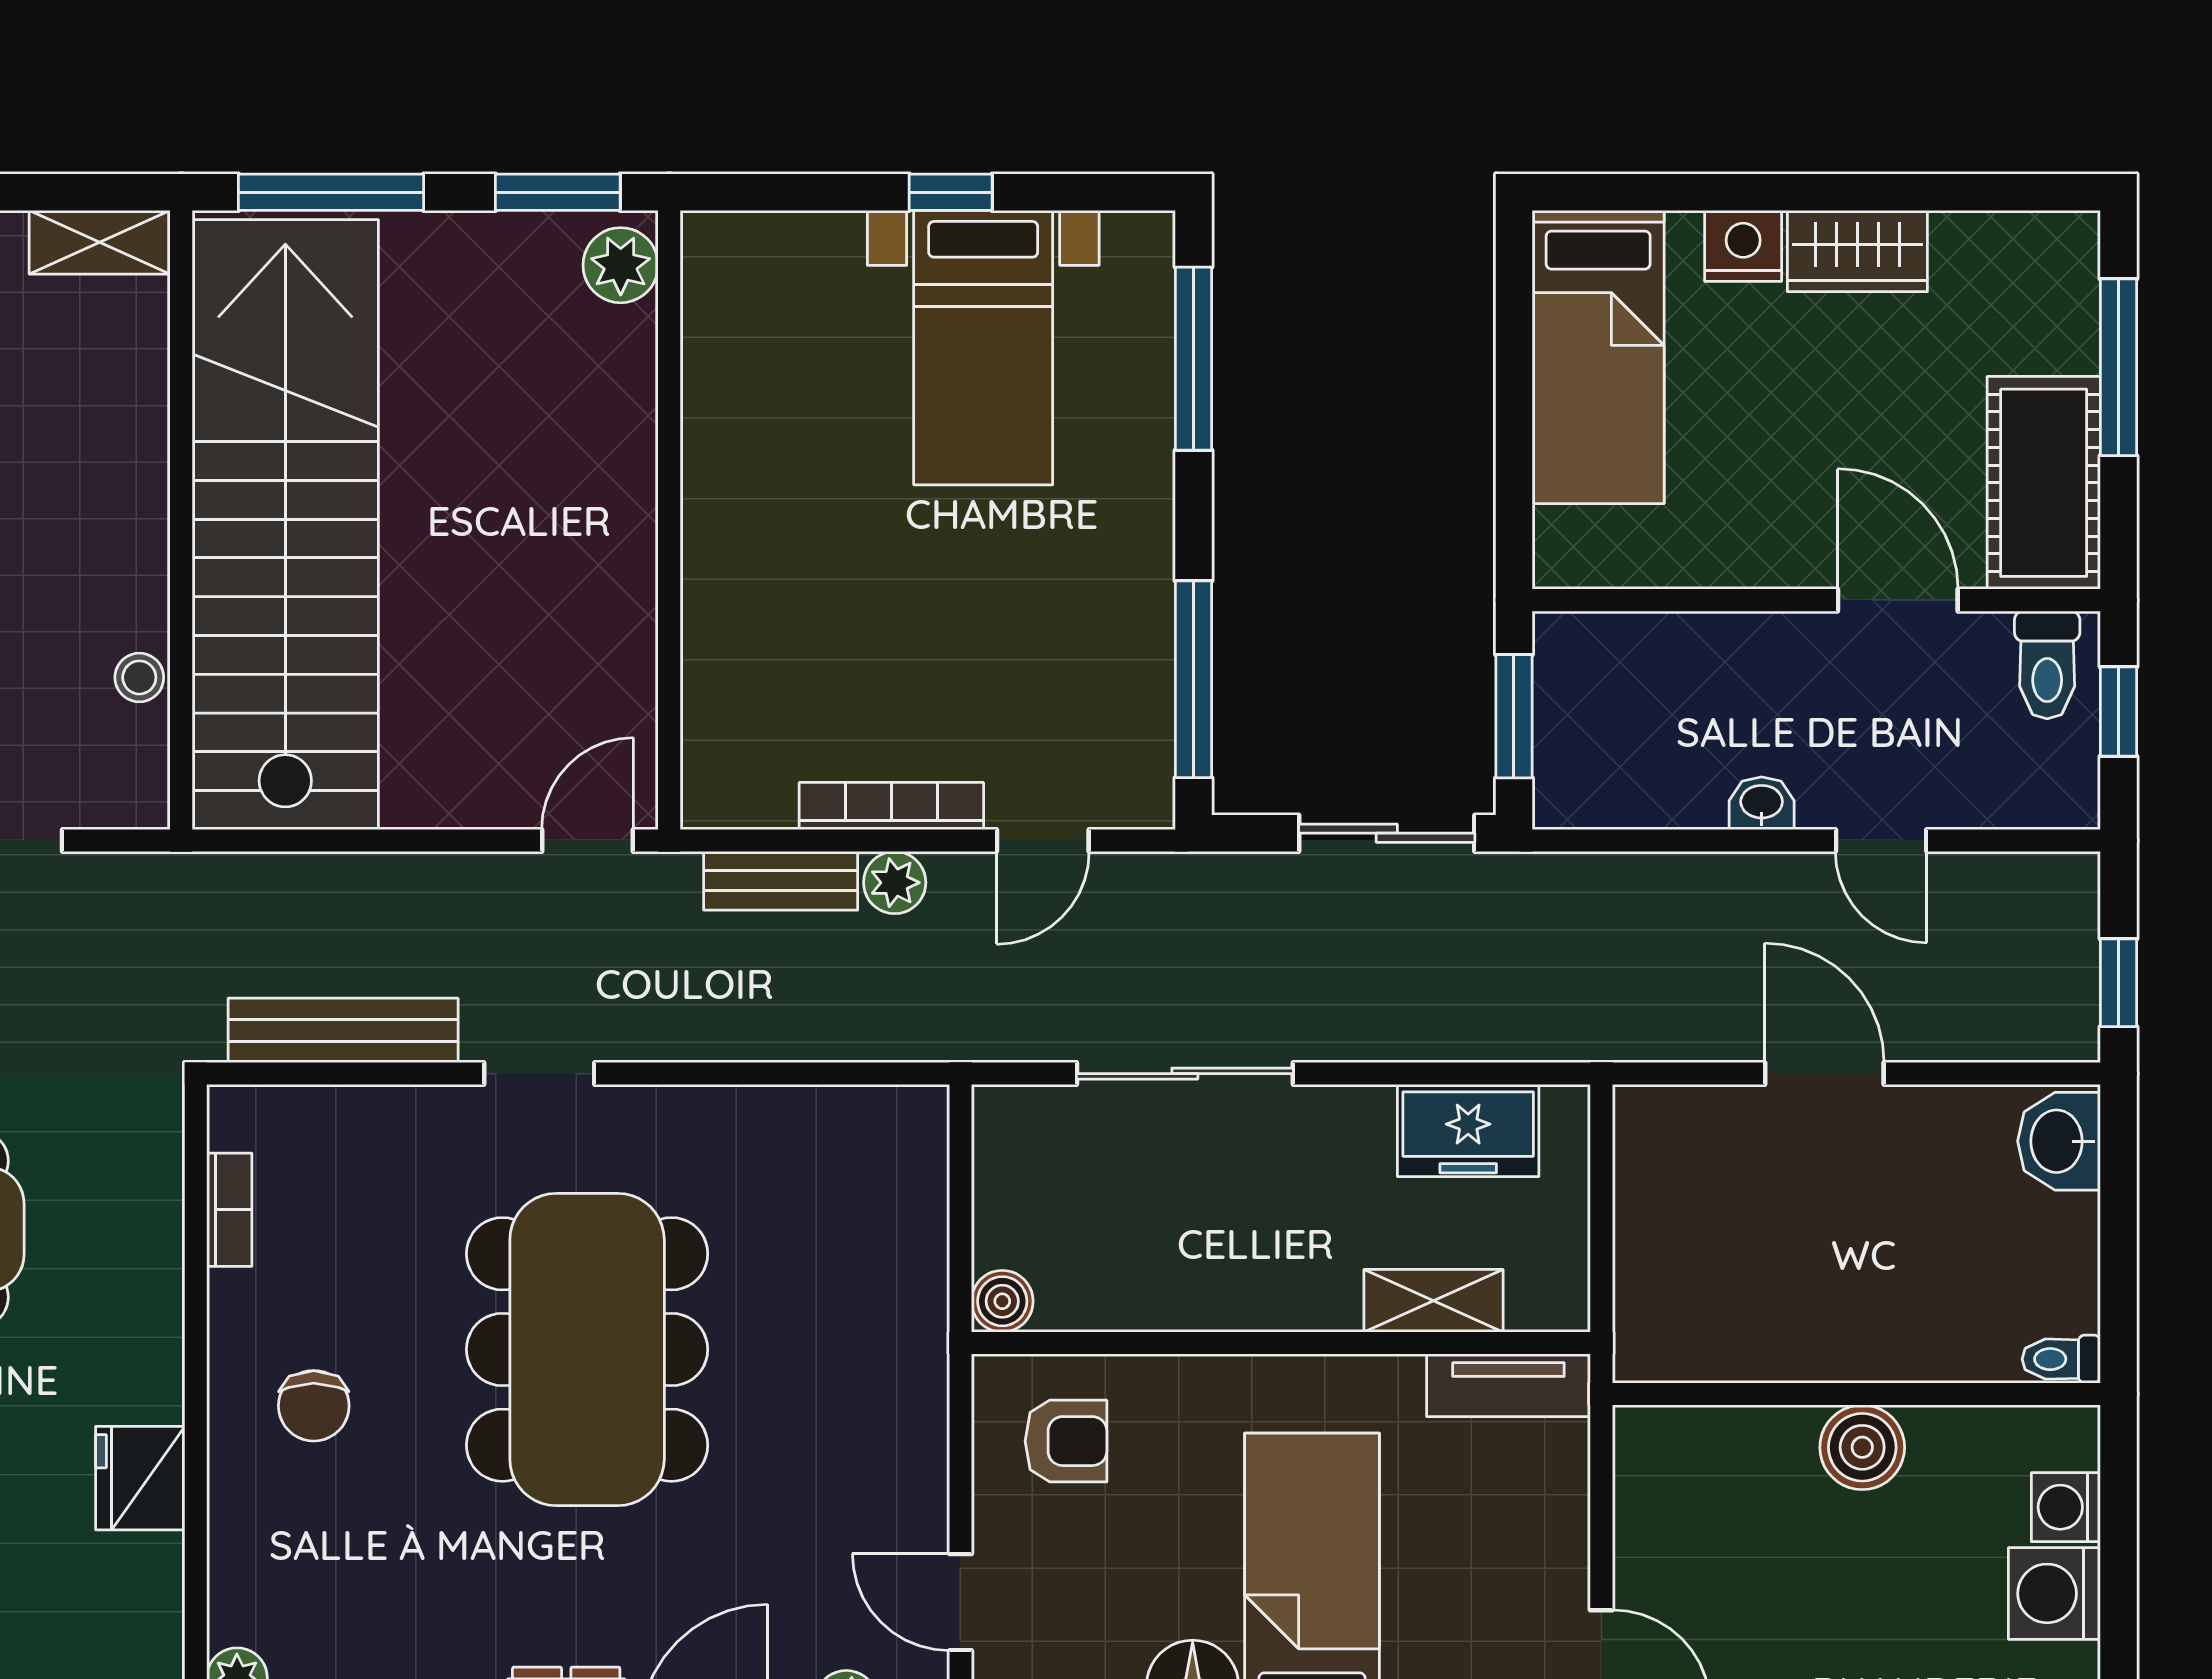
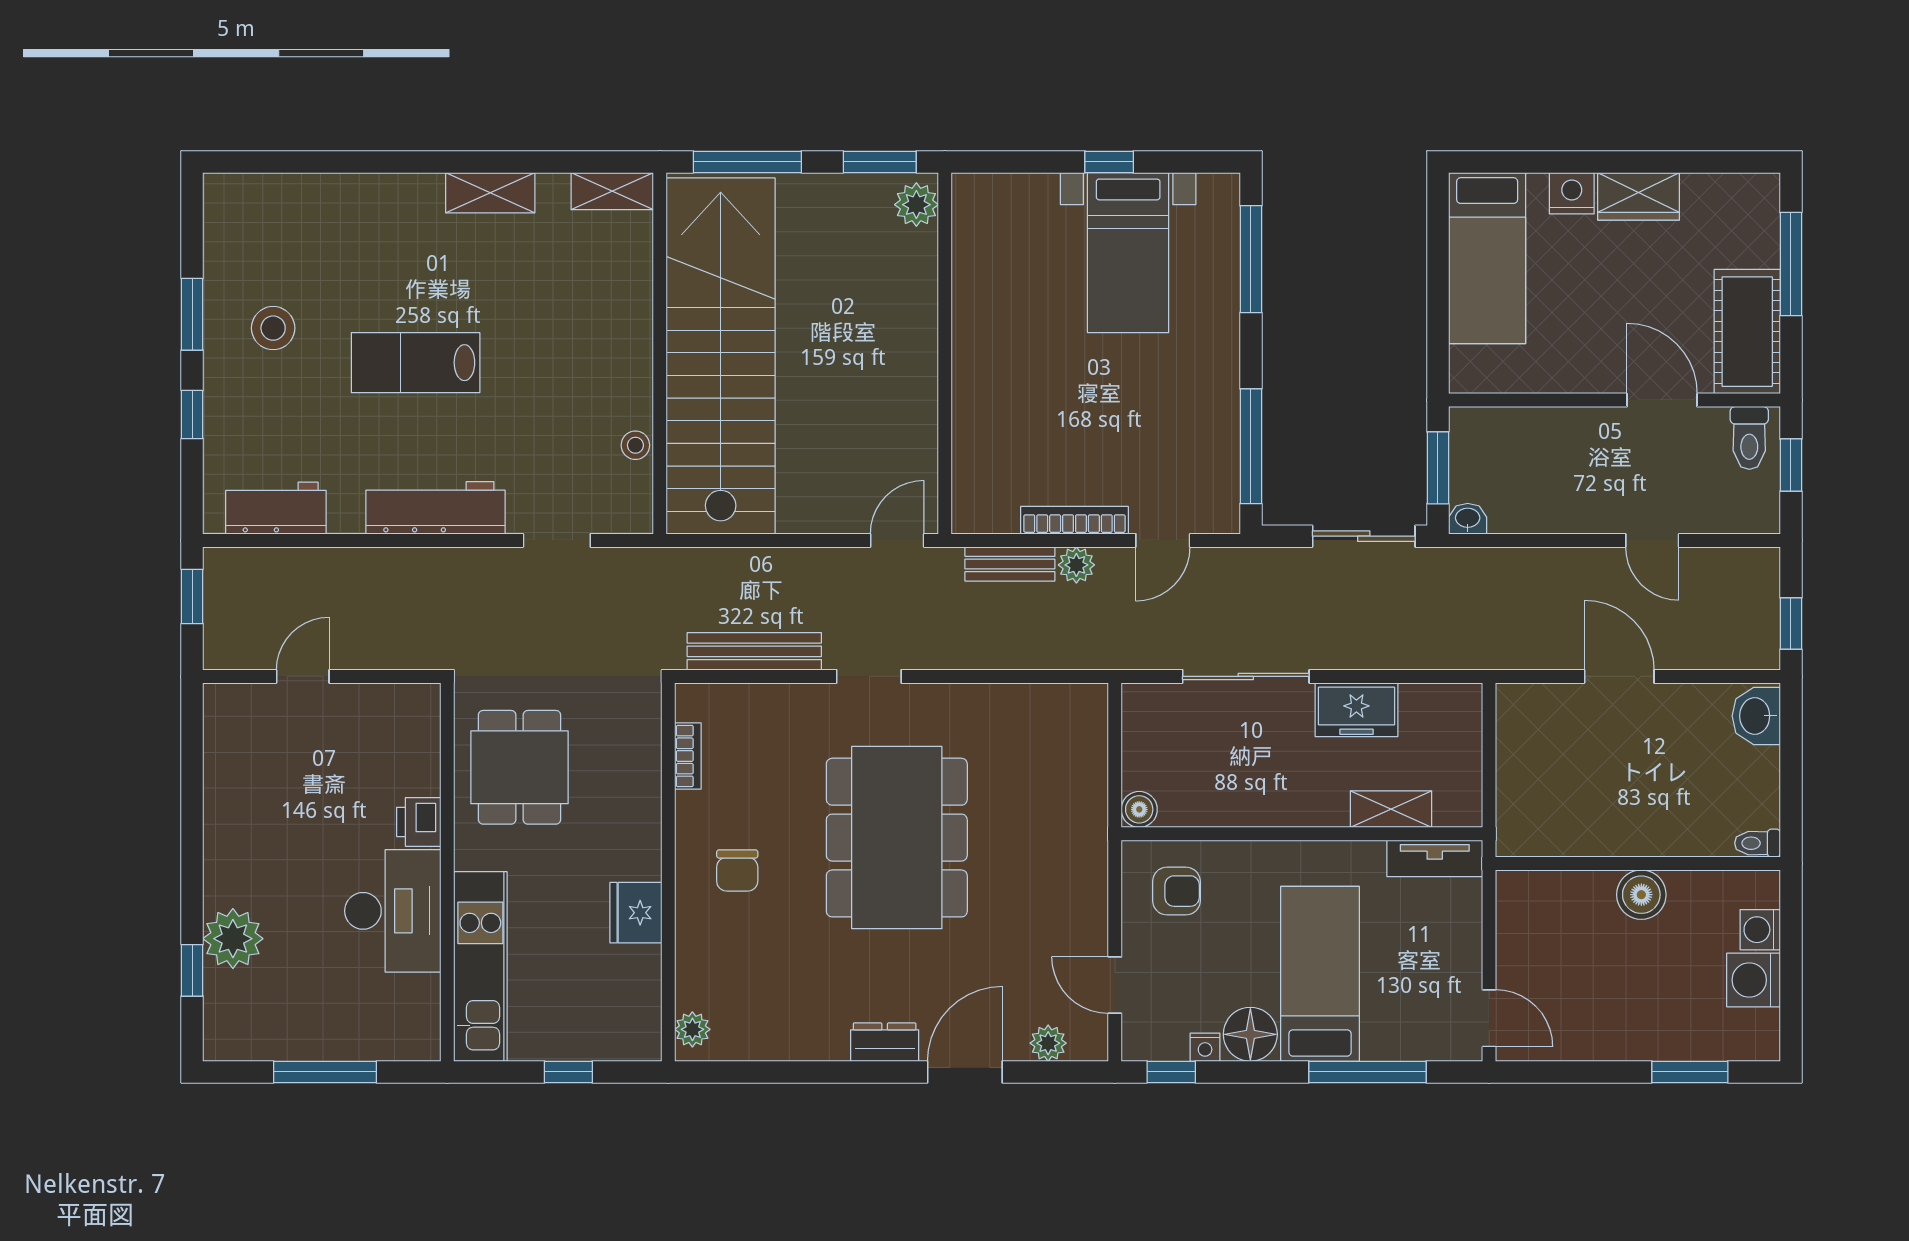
washbasin: (1762, 803) -> (1468, 519), moved
freezer: (1468, 1131) -> (1356, 710), moved

